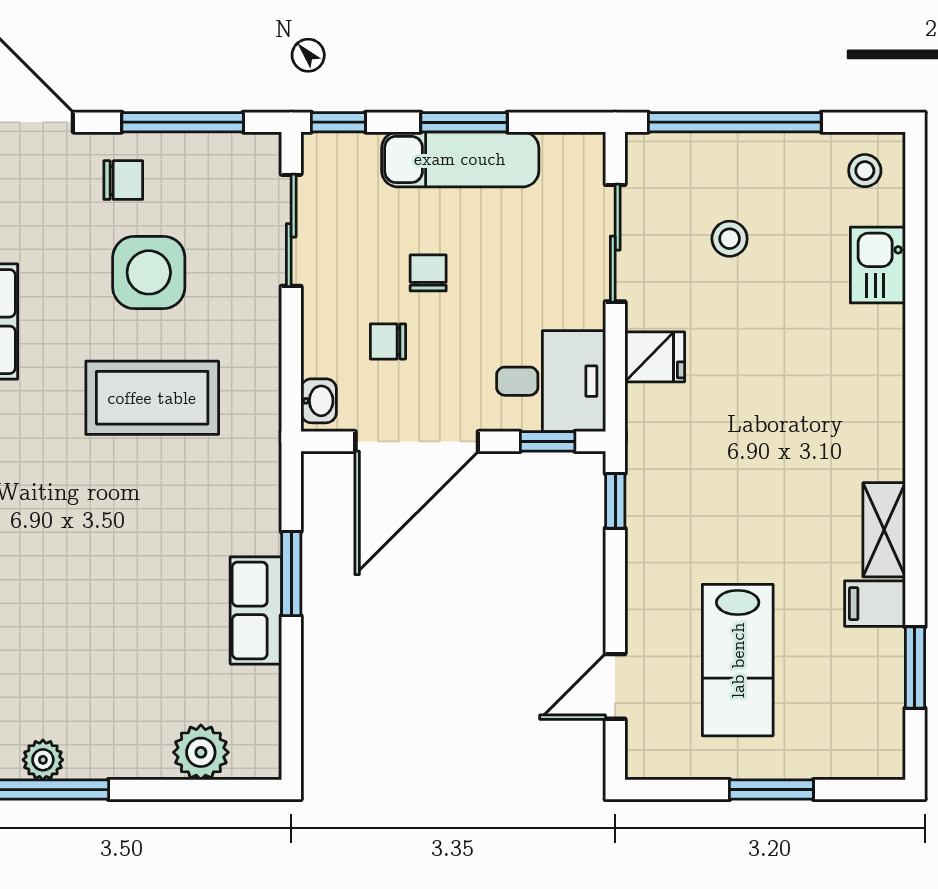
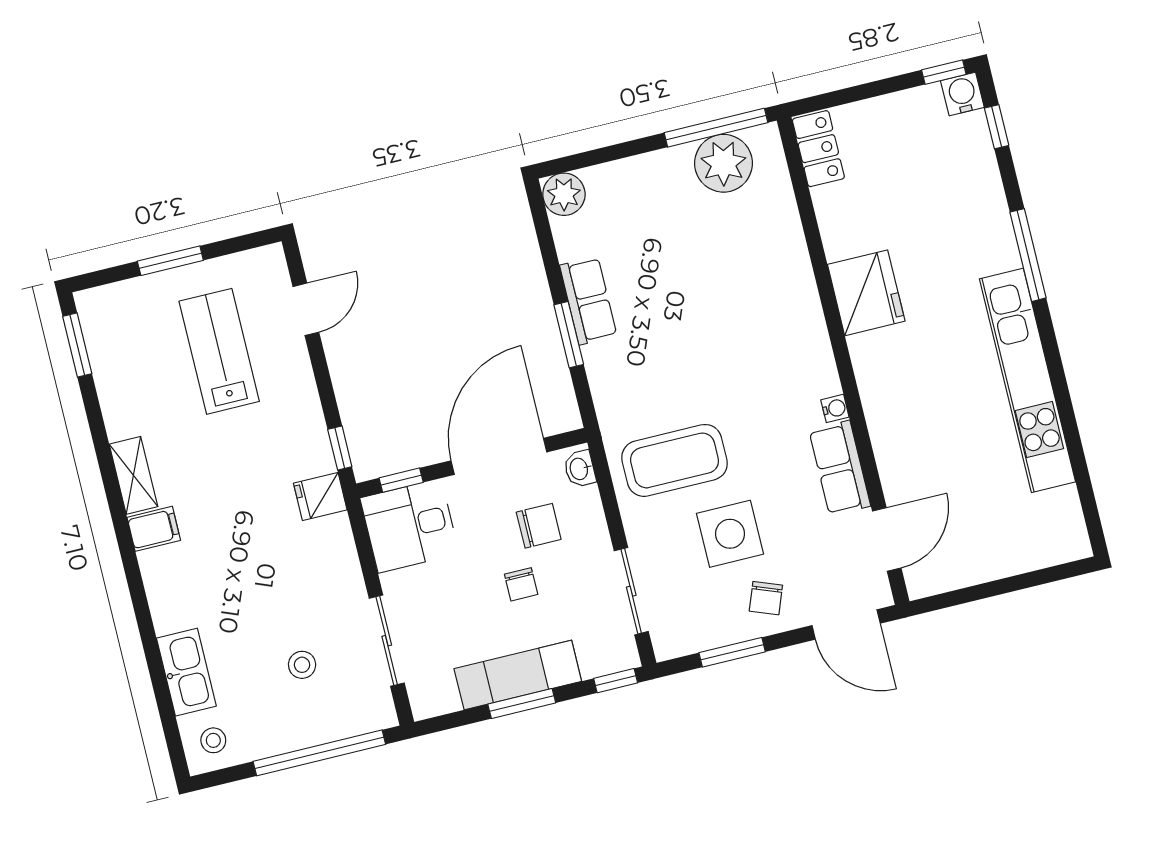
window: (183, 122) -> (732, 652), width x0.69
chair: (123, 180) -> (766, 598), turned -69
kitchen sink: (878, 265) -> (186, 672), width x1.38
chair: (388, 341) -> (539, 526), width x1.37, depth x1.37
fridge: (655, 357) -> (320, 497), moved
coffee table: (152, 398) -> (675, 460), moved
filing cabinet: (875, 604) -> (154, 529), moved
window: (915, 667) -> (77, 345), moved
plant: (201, 752) -> (564, 194), moved
plant: (43, 760) -> (723, 163), width x1.88, depth x1.88

